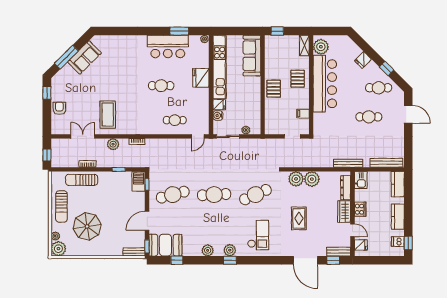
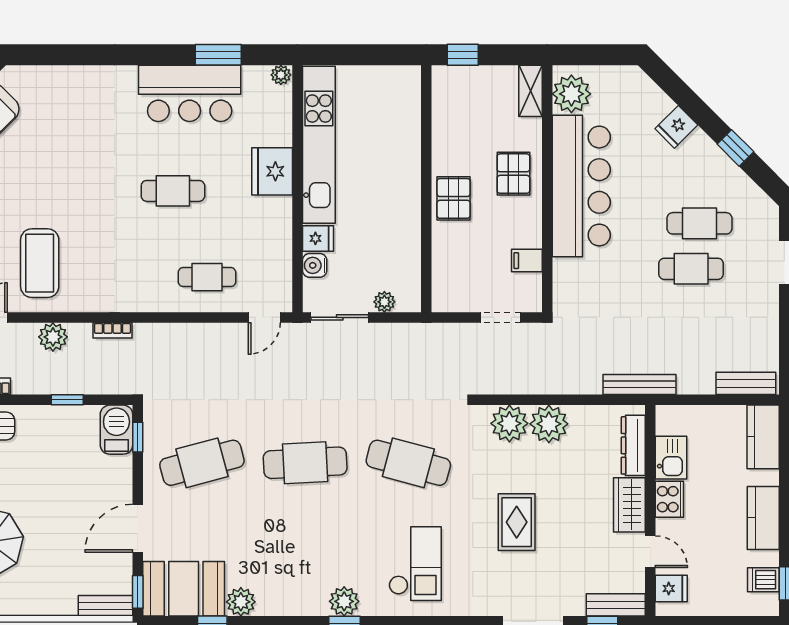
sofa: (252, 56) -> (399, 116), removed
cafe table: (379, 88) -> (699, 223), moved
bench: (386, 163) -> (746, 383), width x0.73
kitchen sink: (361, 180) -> (671, 458), moved
cafe table: (255, 195) -> (408, 463), turned 39
plant: (208, 250) -> (241, 602), moved

